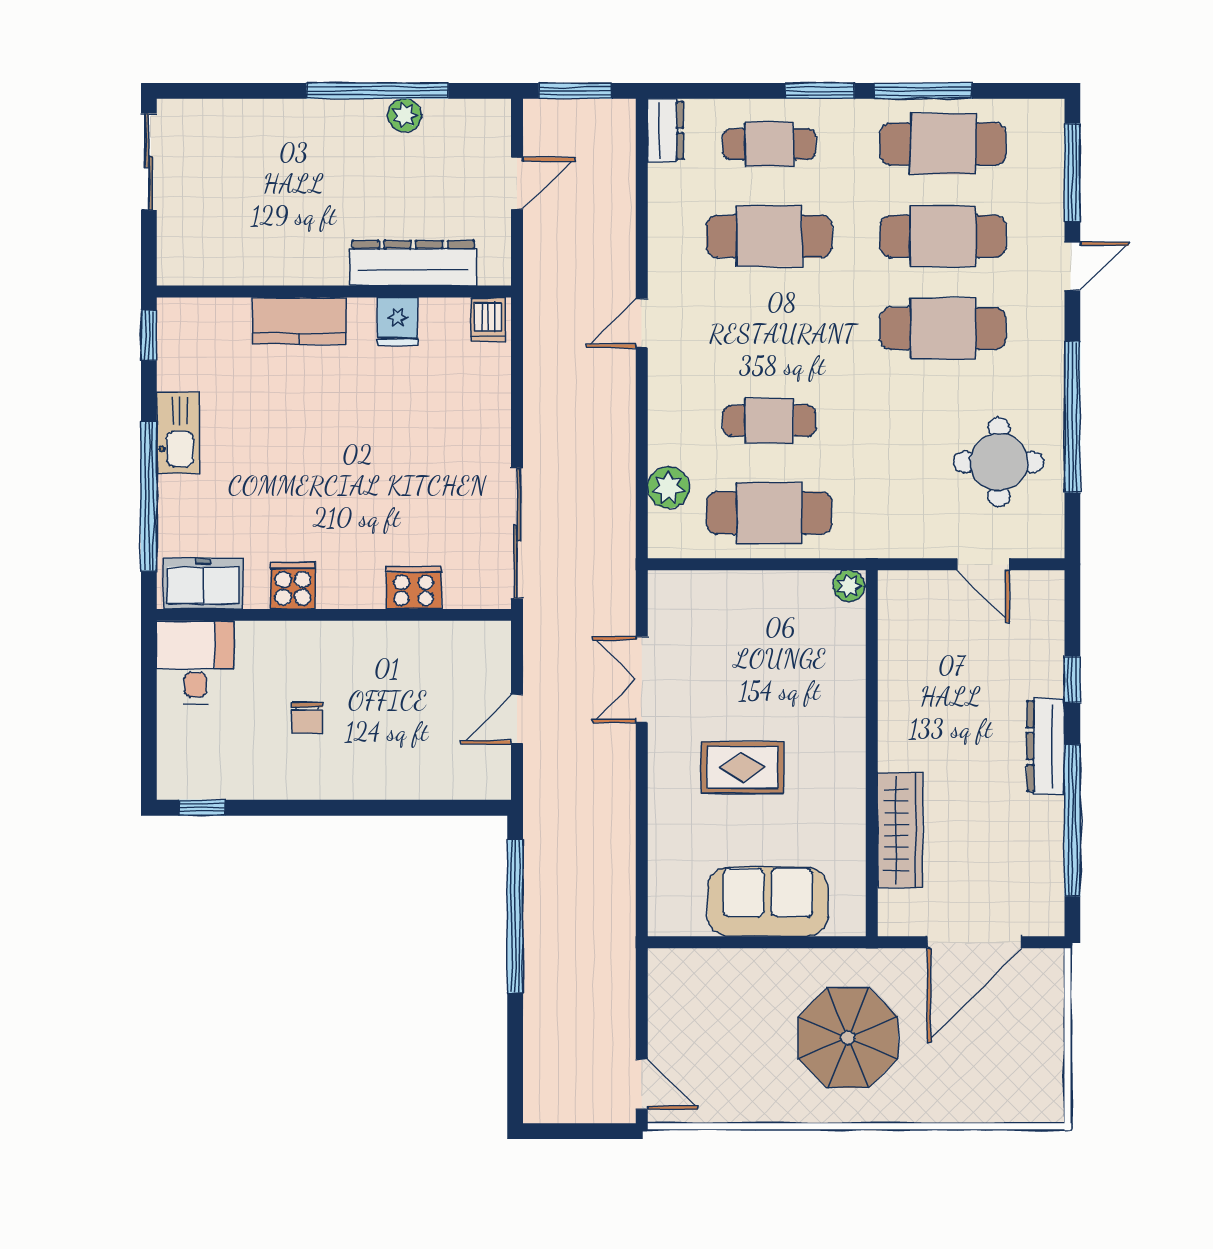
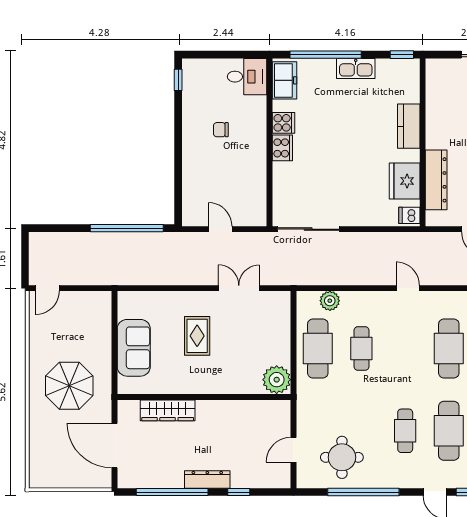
fridge: (398, 321) -> (405, 181), width x1.88, depth x1.34
cafe table: (943, 329) -> (405, 431), width x0.73, depth x0.74
plant: (849, 586) -> (277, 380), width x1.87, depth x1.87
cooker: (414, 588) -> (282, 148), moved

